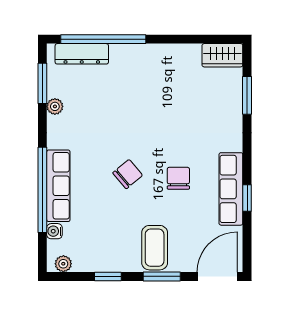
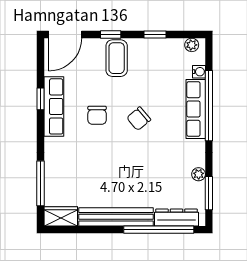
bench: (155, 55) -> (116, 217), added
window: (247, 95) -> (41, 183), width x1.44
window: (162, 276) -> (111, 34), width x0.67

